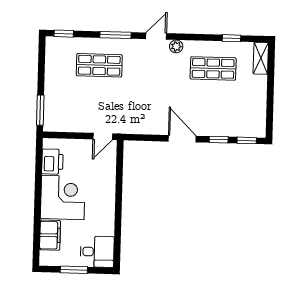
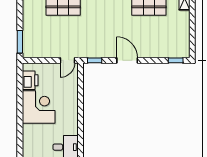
window: (219, 140) -> (95, 60), moved
filing cabinet: (50, 235) -> (30, 136), removed

